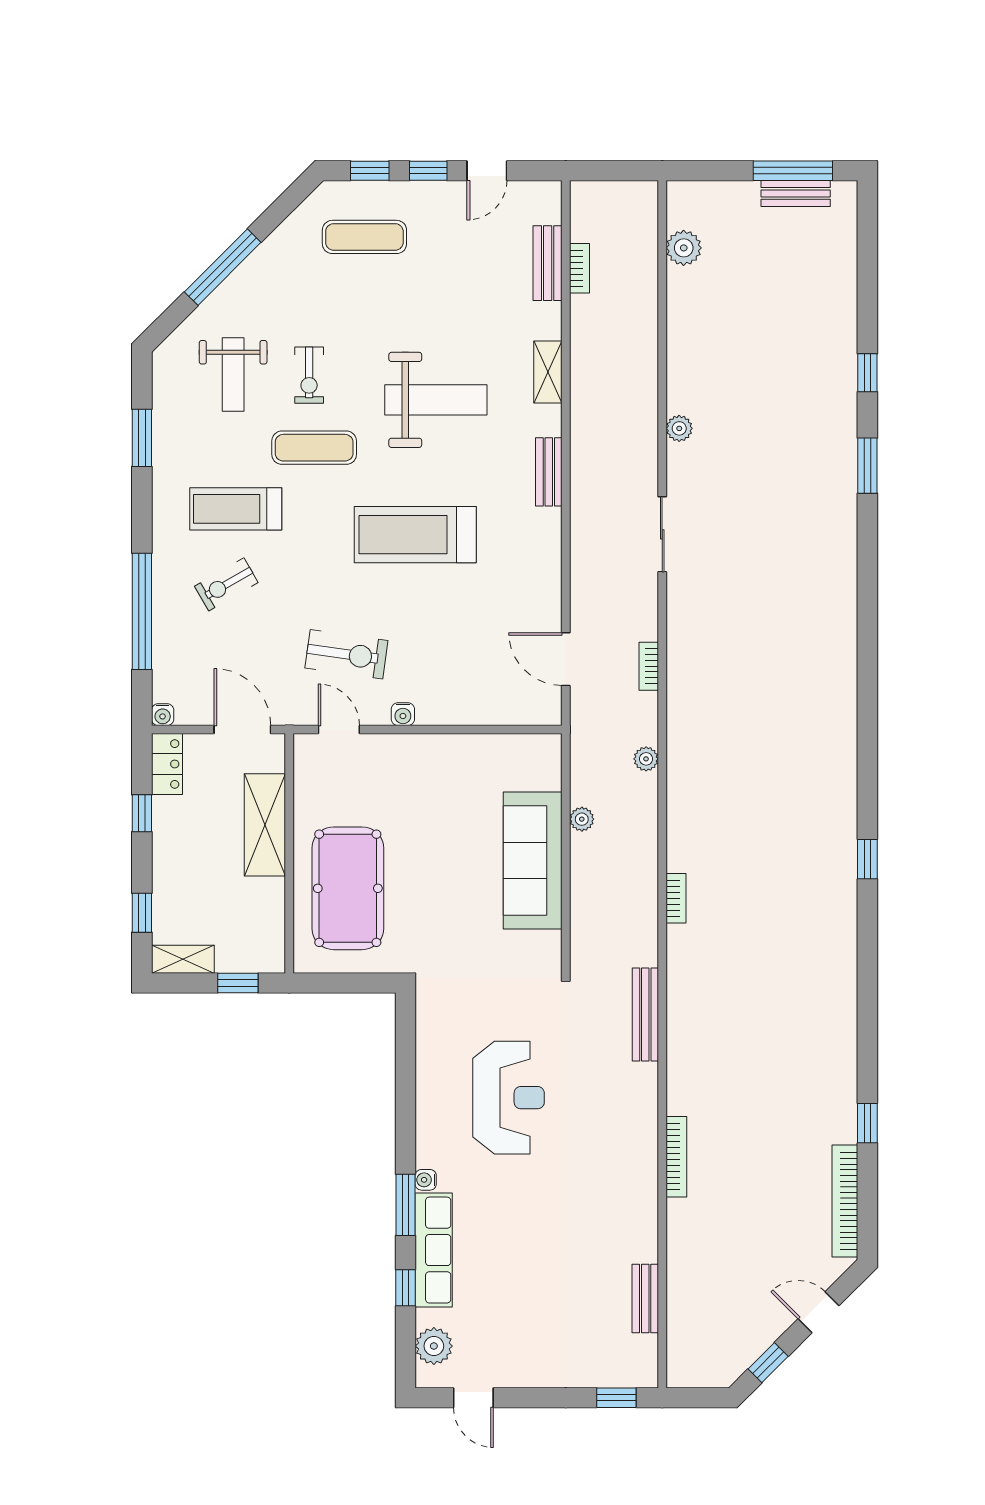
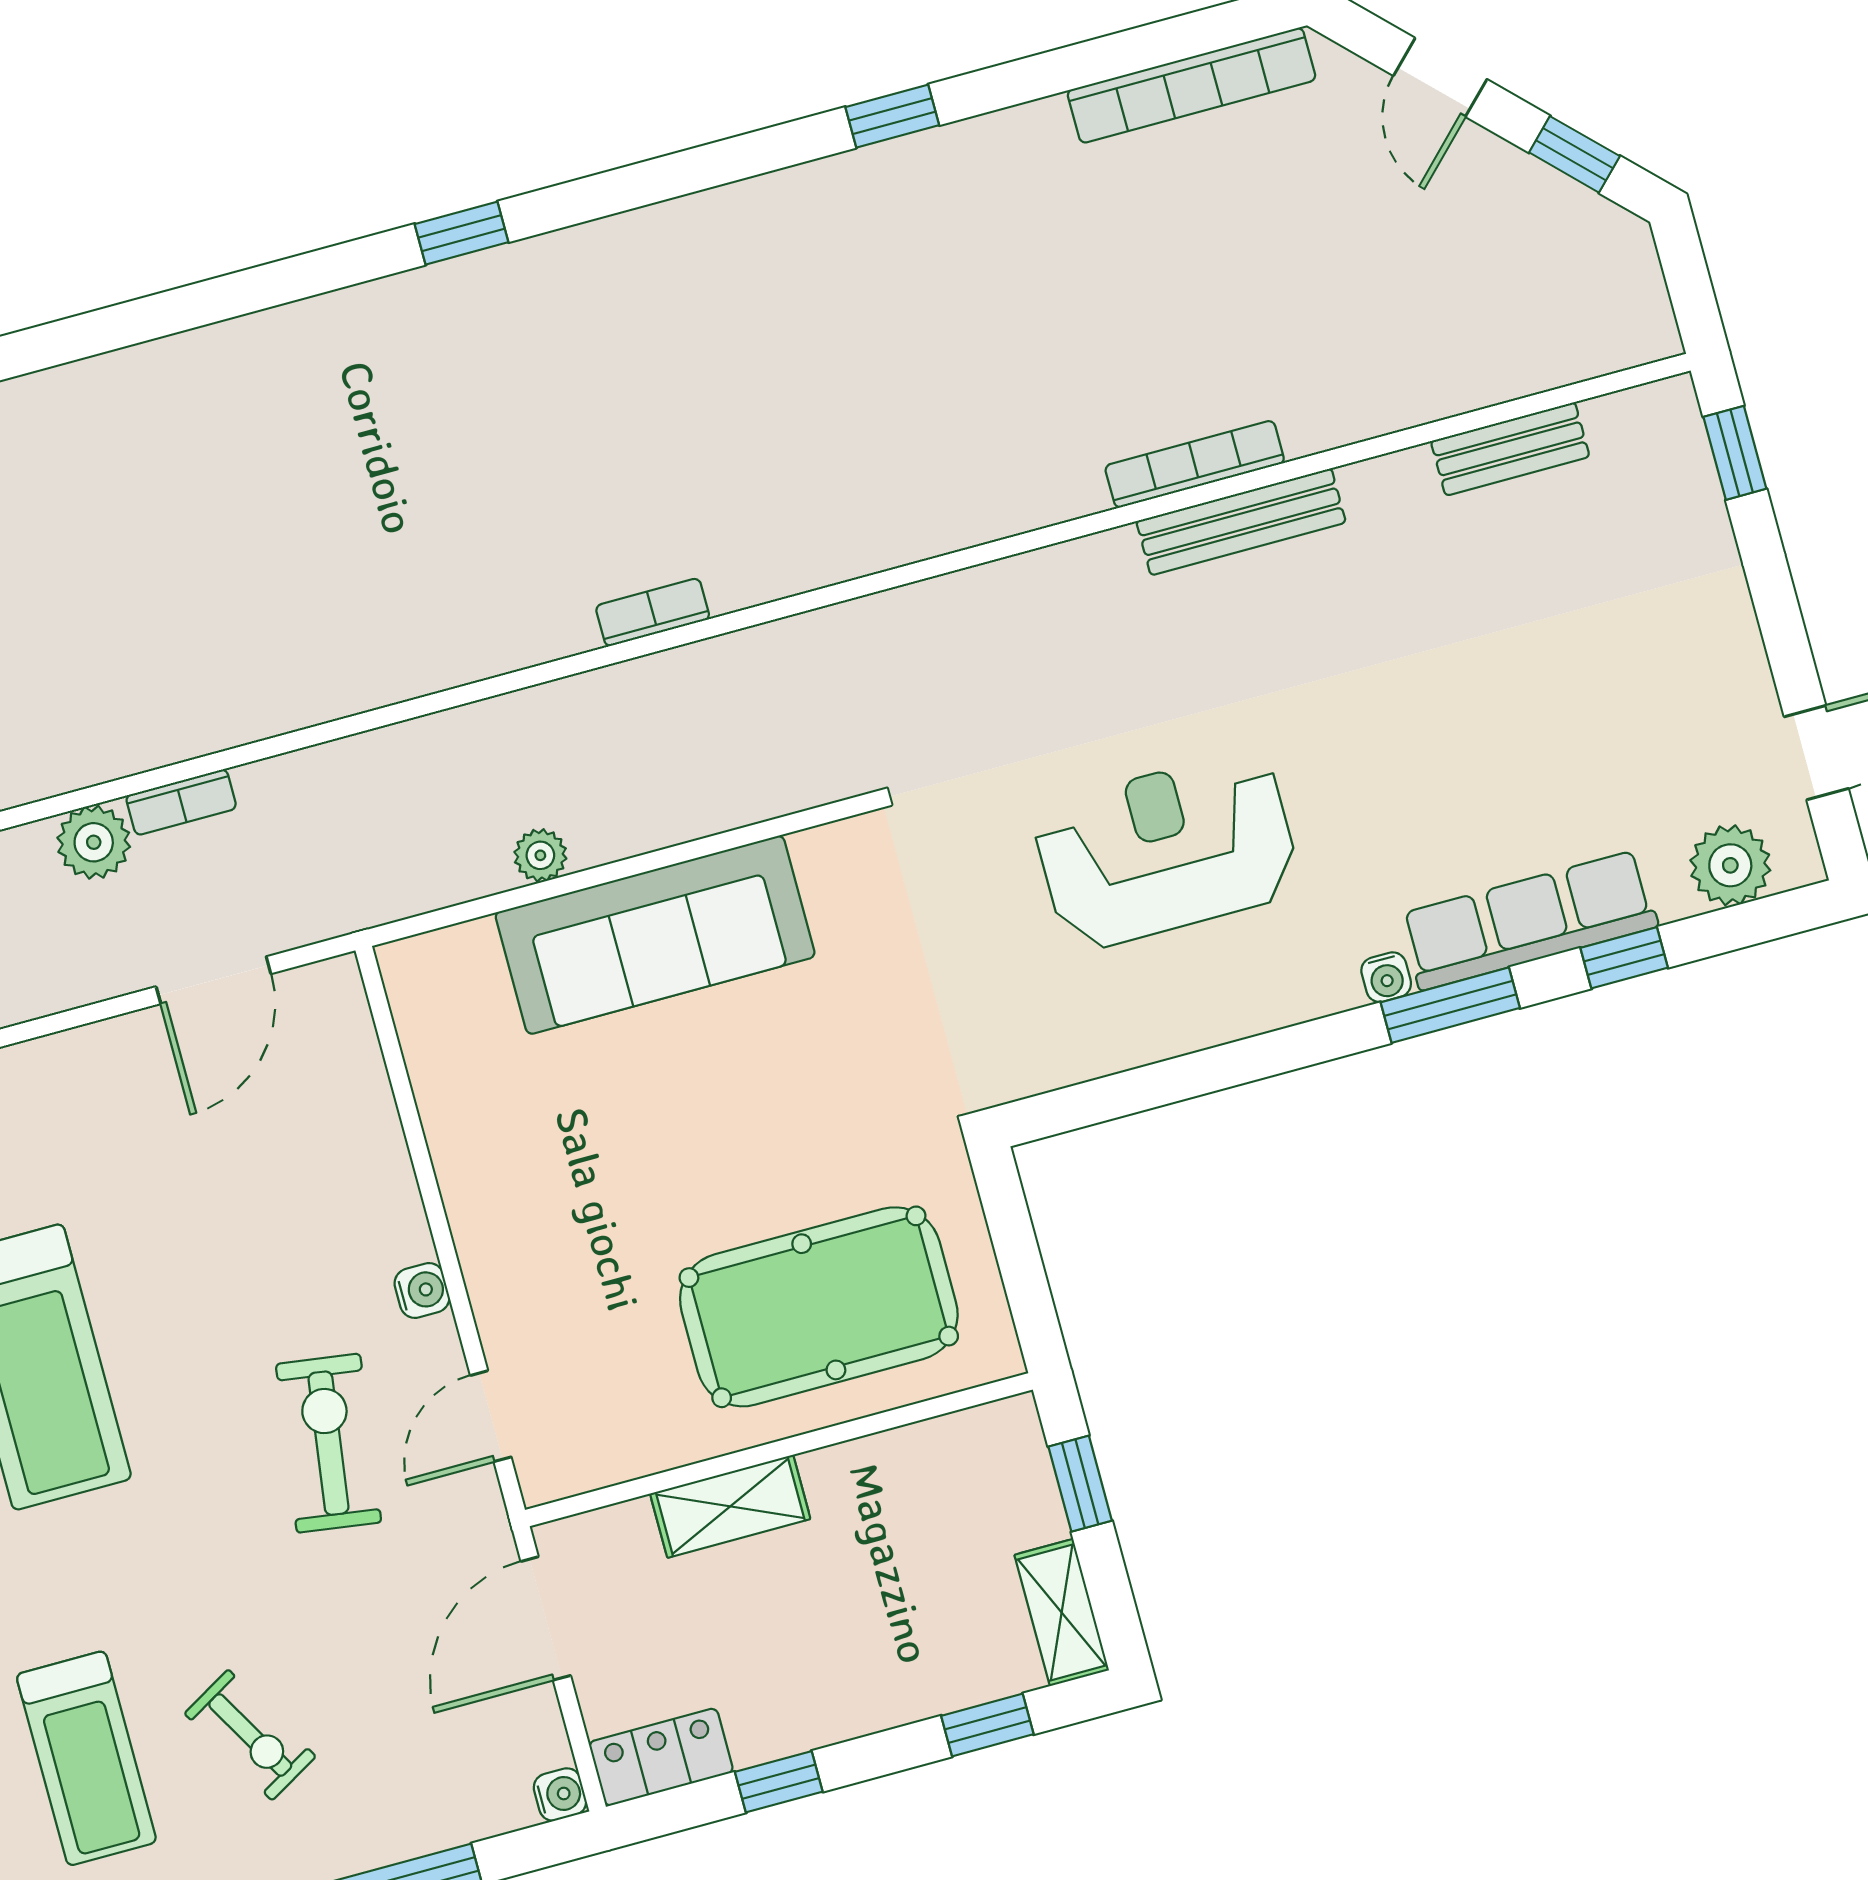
plant: (646, 759) -> (94, 842), moved, width x1.38, depth x1.38
shelving: (265, 825) -> (730, 1506), width x0.67, depth x0.75
bench: (645, 1014) -> (1241, 522), moved
window: (867, 1123) -> (892, 116), moved

